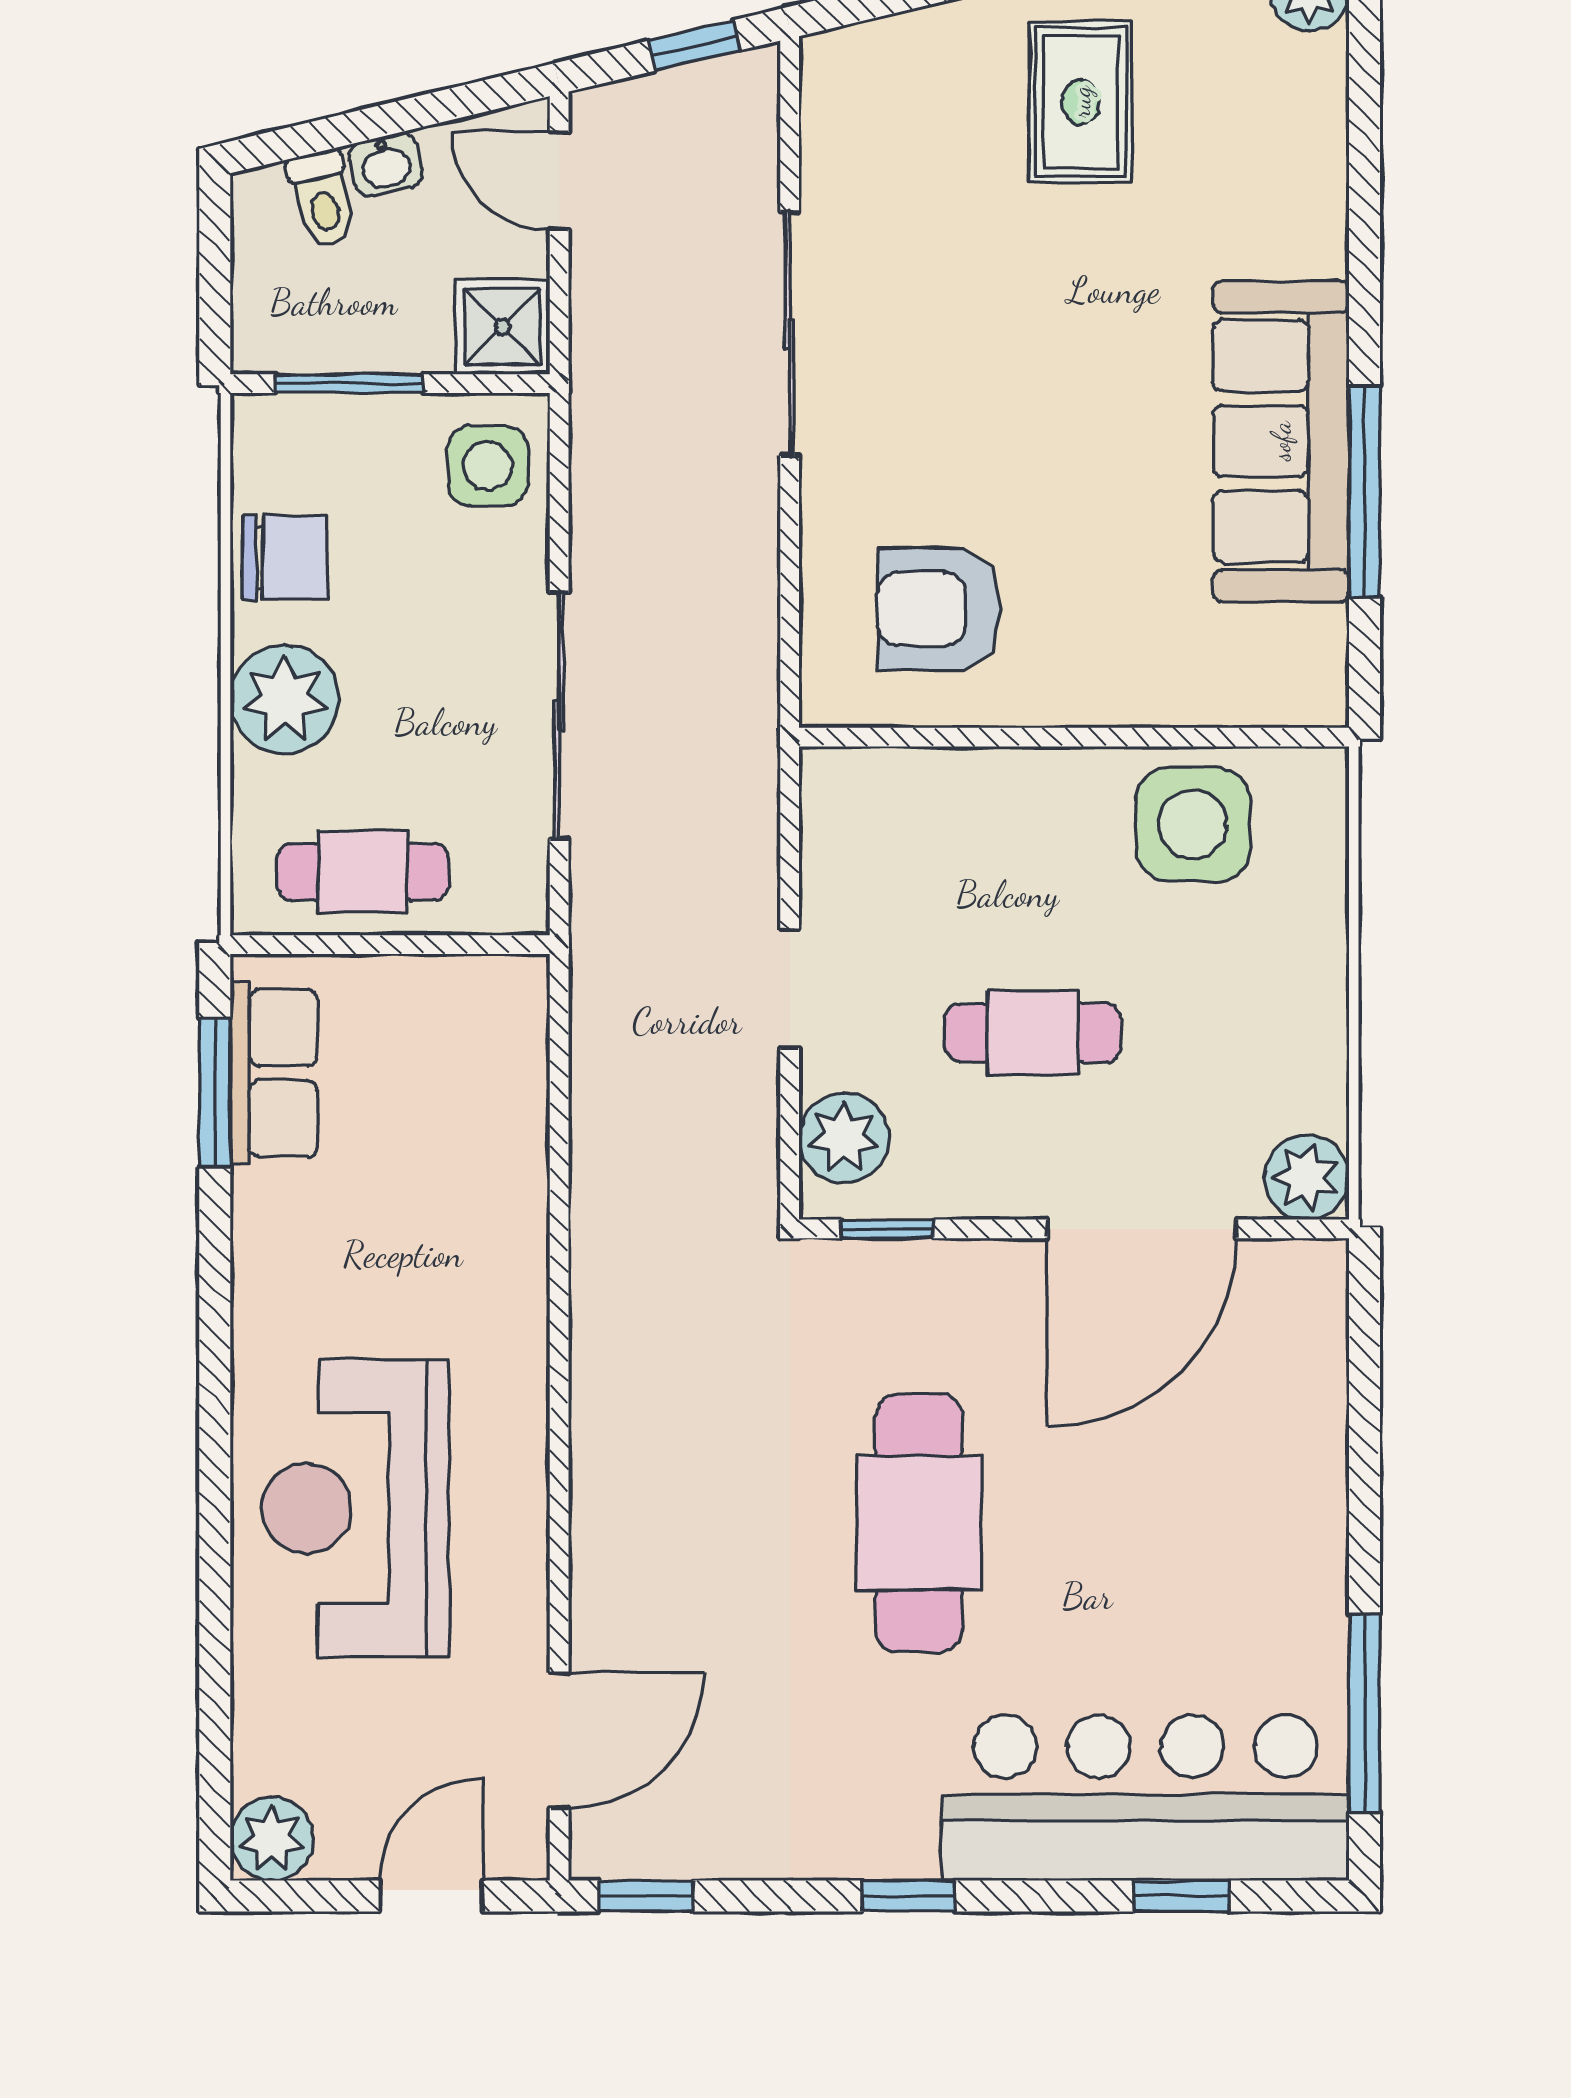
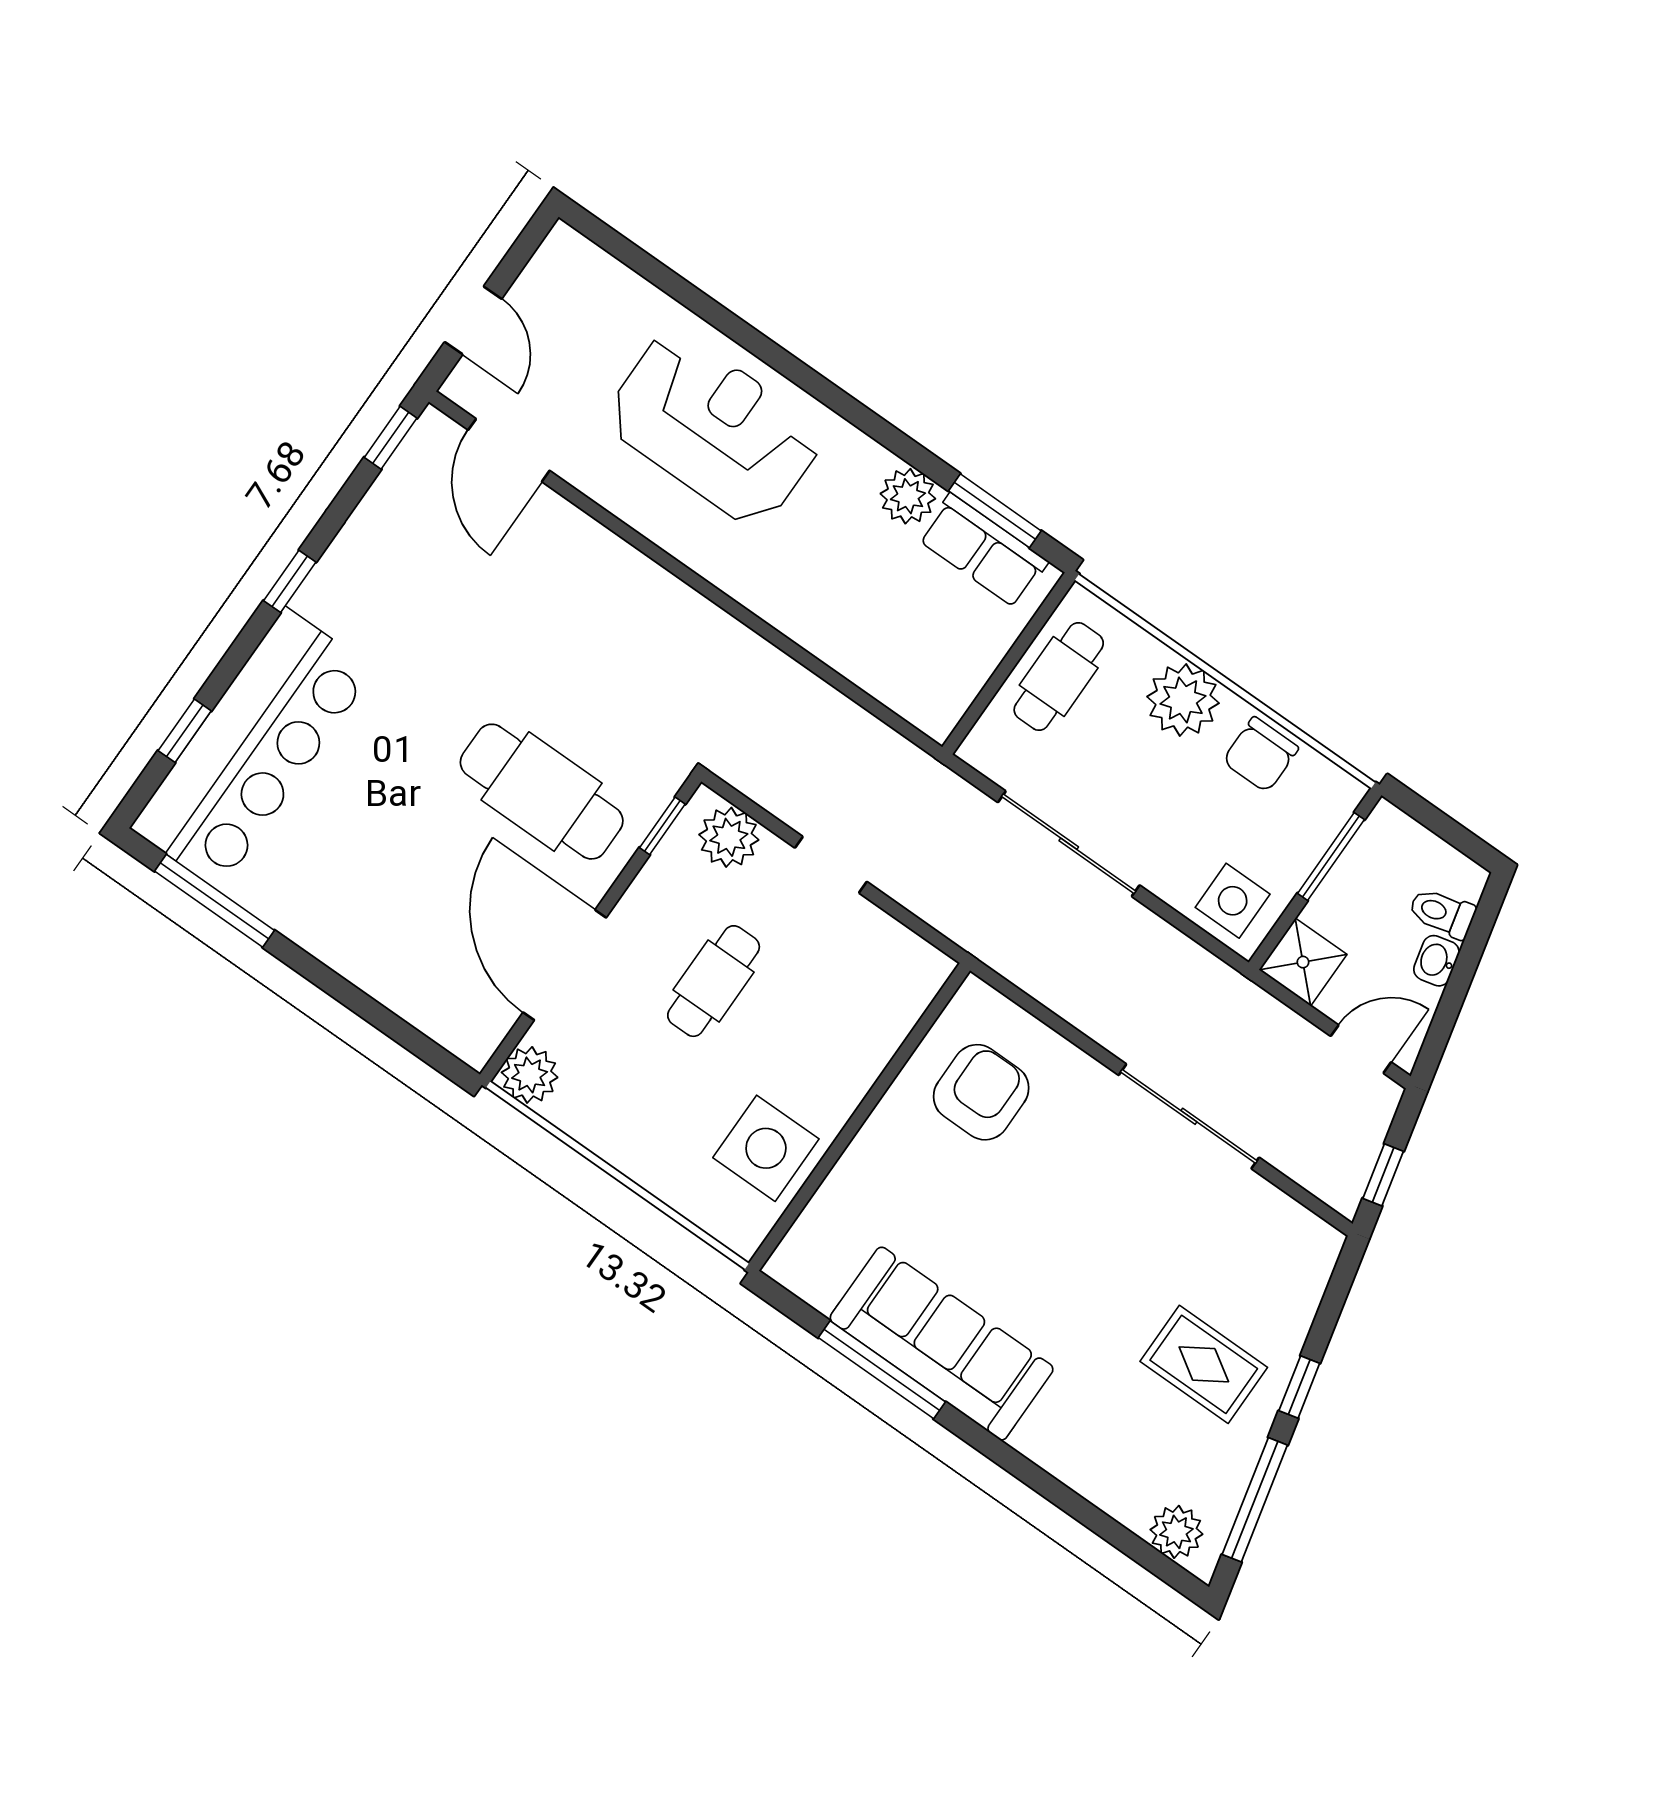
cafe table: (919, 1523) -> (542, 792), moved
plant: (272, 1839) -> (908, 496), moved

